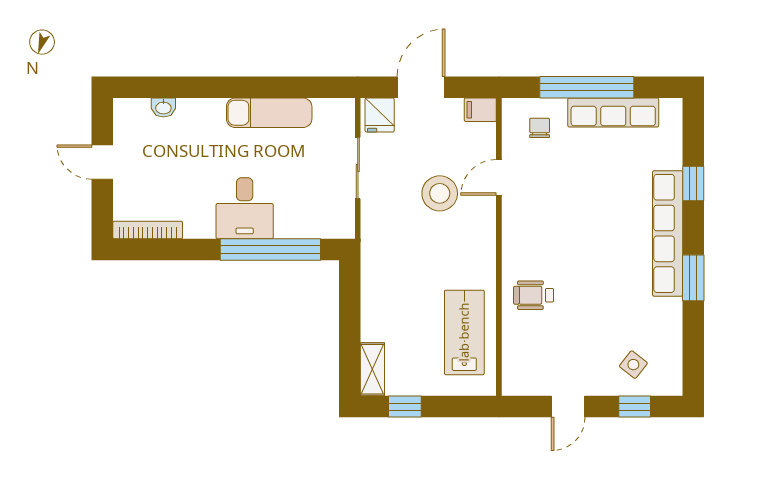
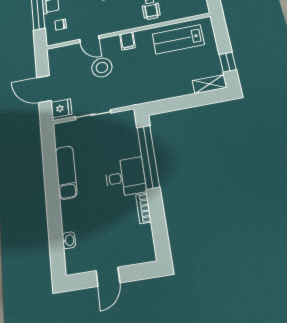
filing cabinet: (480, 110) -> (127, 41), moved
bookcase: (148, 230) -> (143, 208), moved, width x0.64

